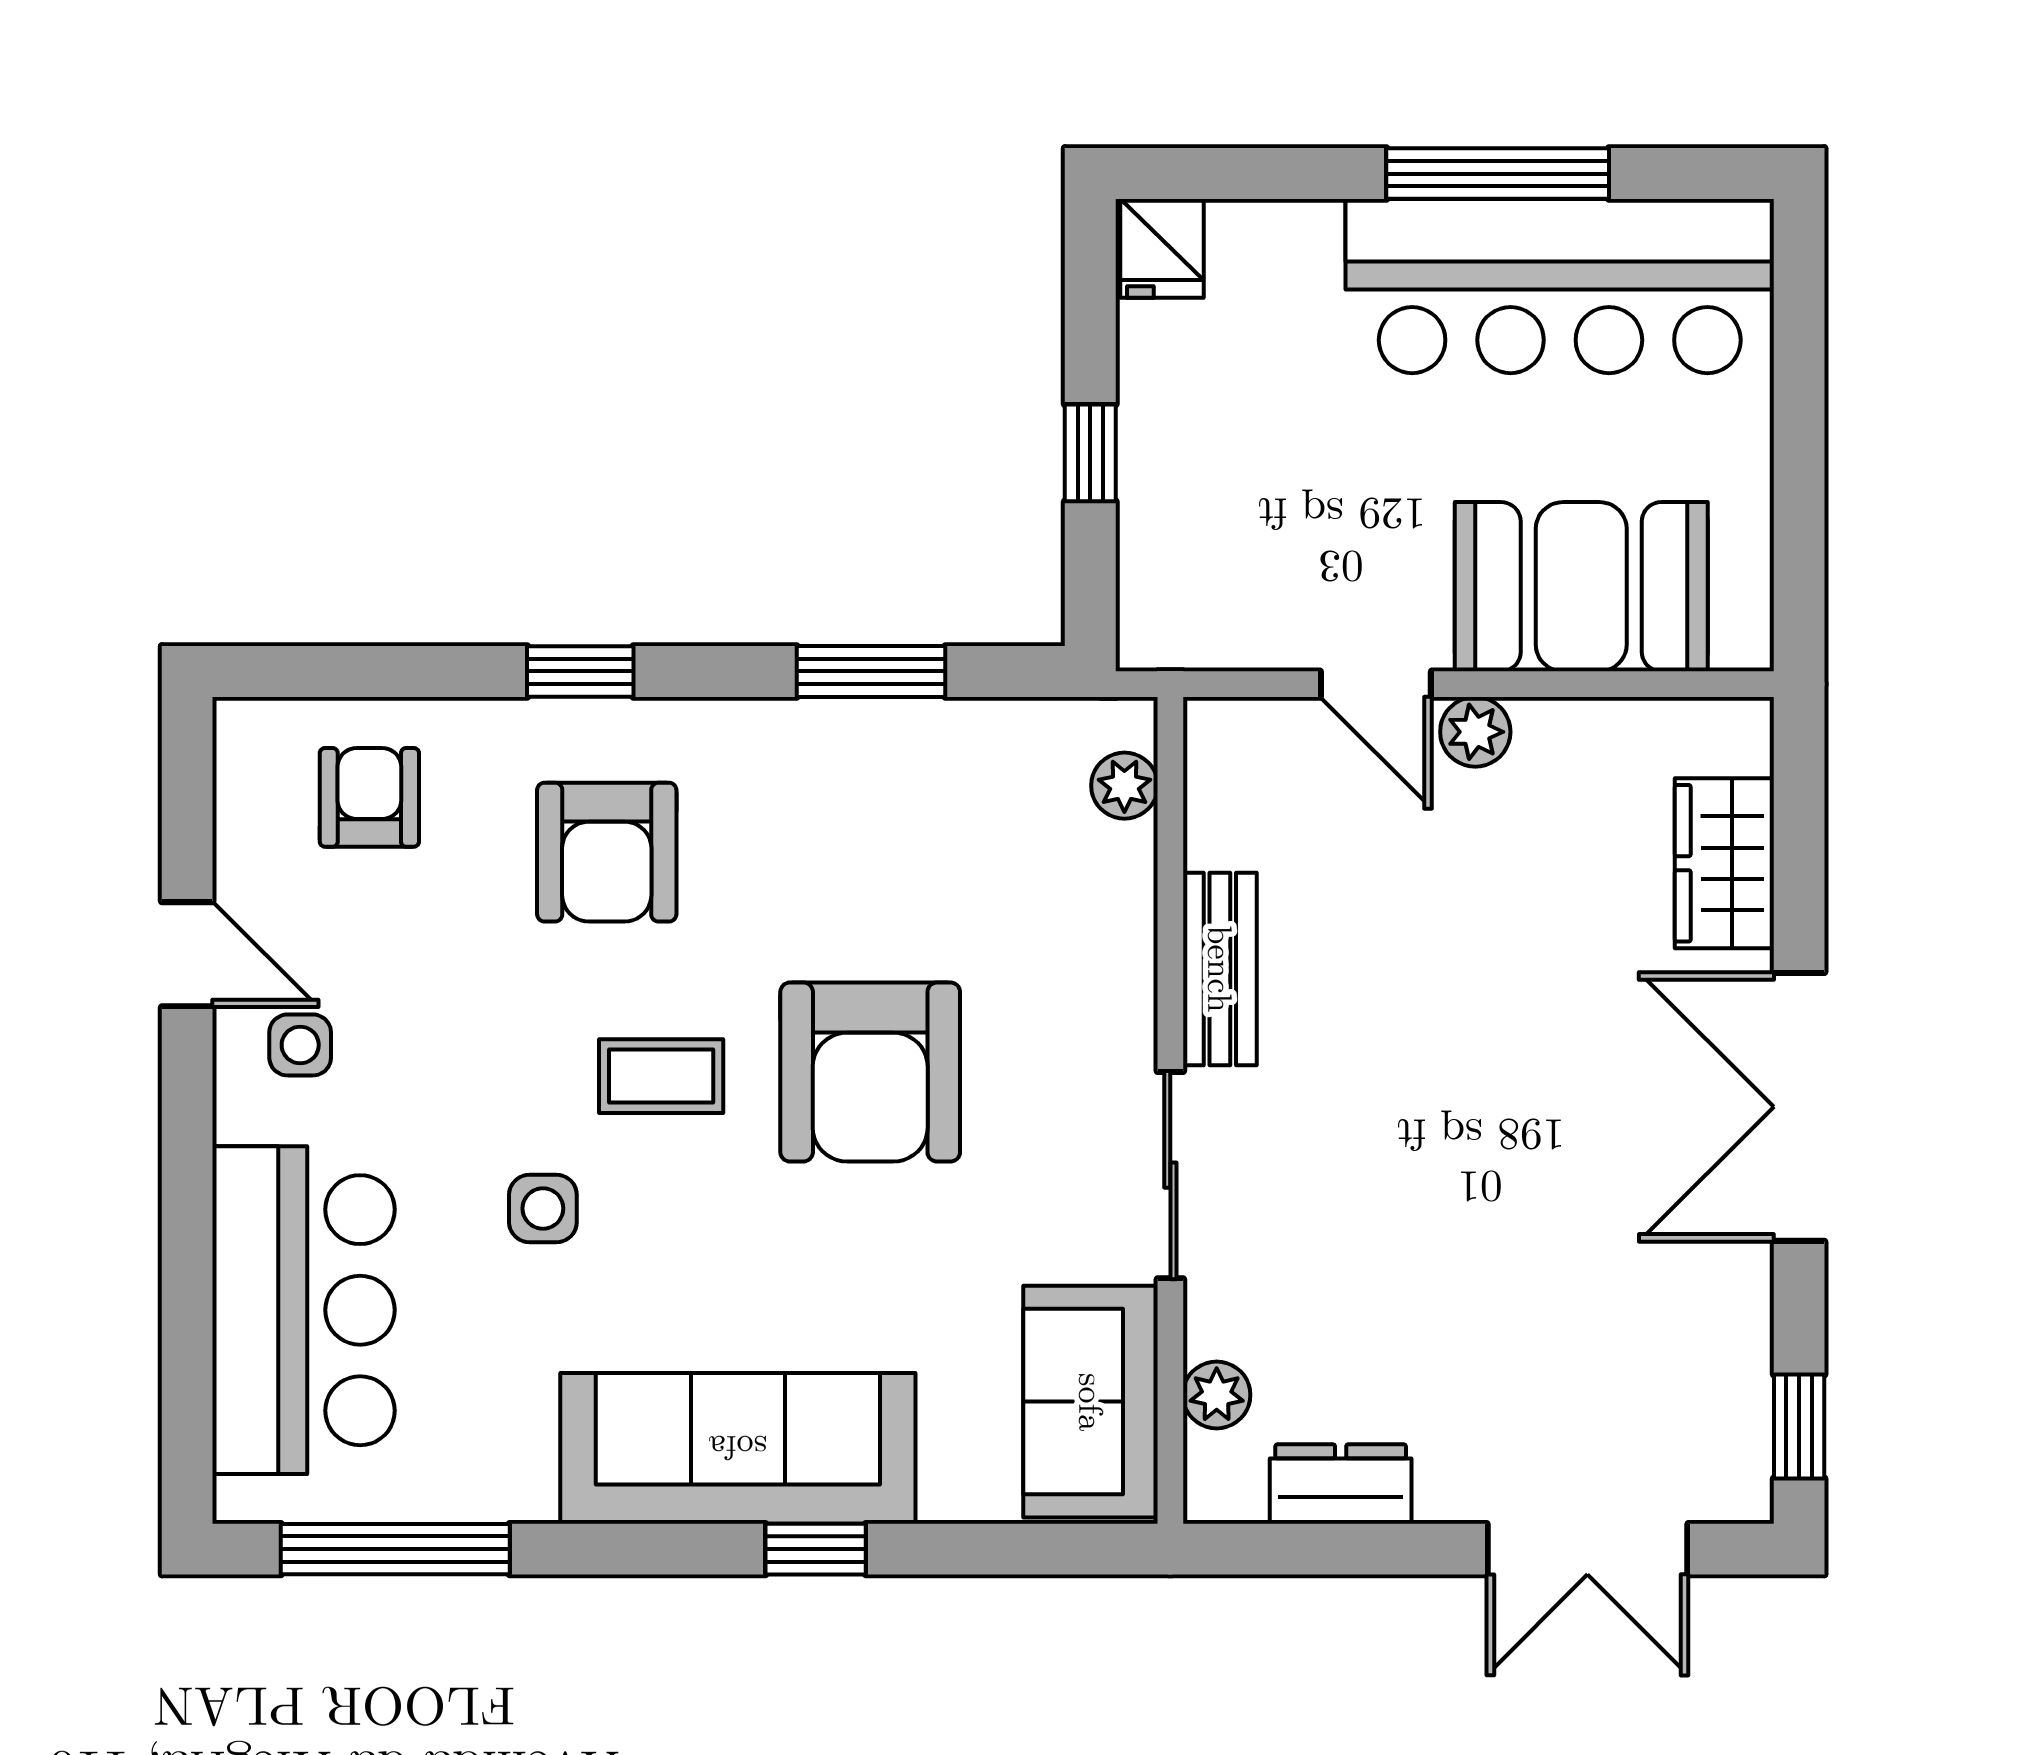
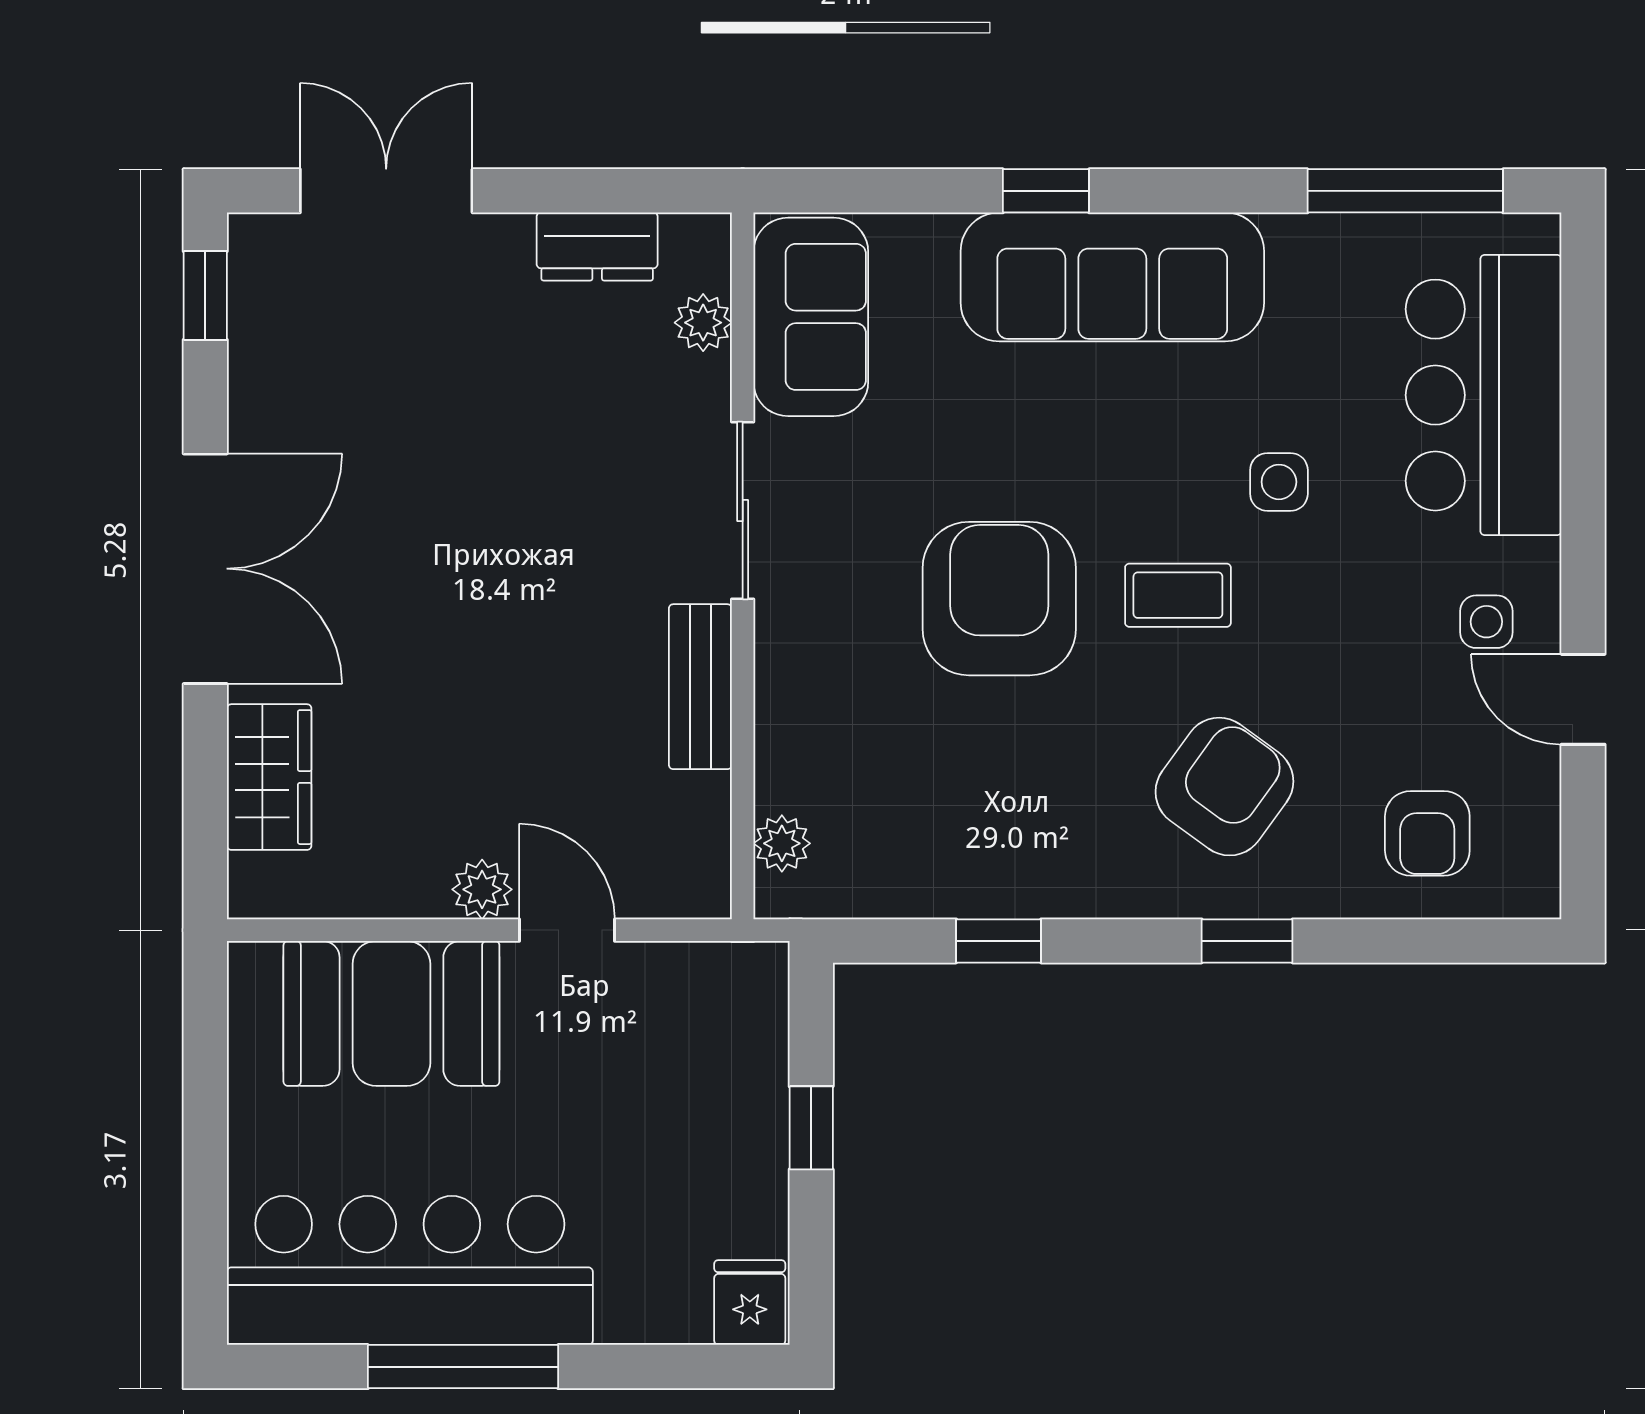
window: (871, 671) -> (999, 941), width x0.67
armchair: (607, 852) -> (1224, 787), turned 36

